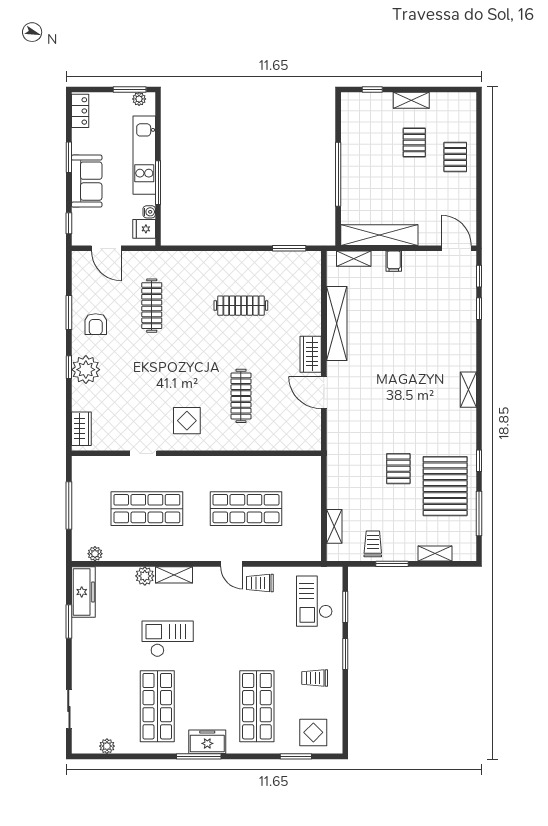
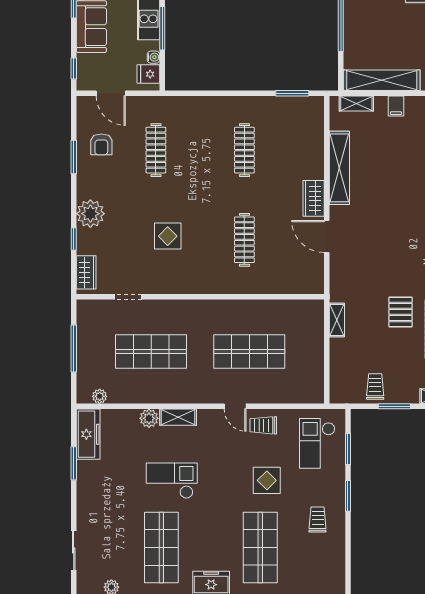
clothes rail: (241, 306) -> (244, 150), turned 90
armchair: (96, 324) -> (101, 144), moved
window: (69, 367) -> (74, 239), moved
display table: (187, 421) -> (168, 236), moved
doorway: (143, 453) -> (128, 297), moved
shelving: (334, 526) -> (337, 320), moved
trolley: (315, 678) -> (318, 520), turned 90
display table: (313, 732) -> (267, 480), moved

